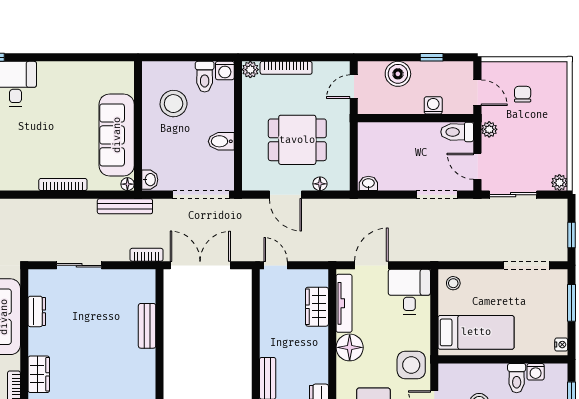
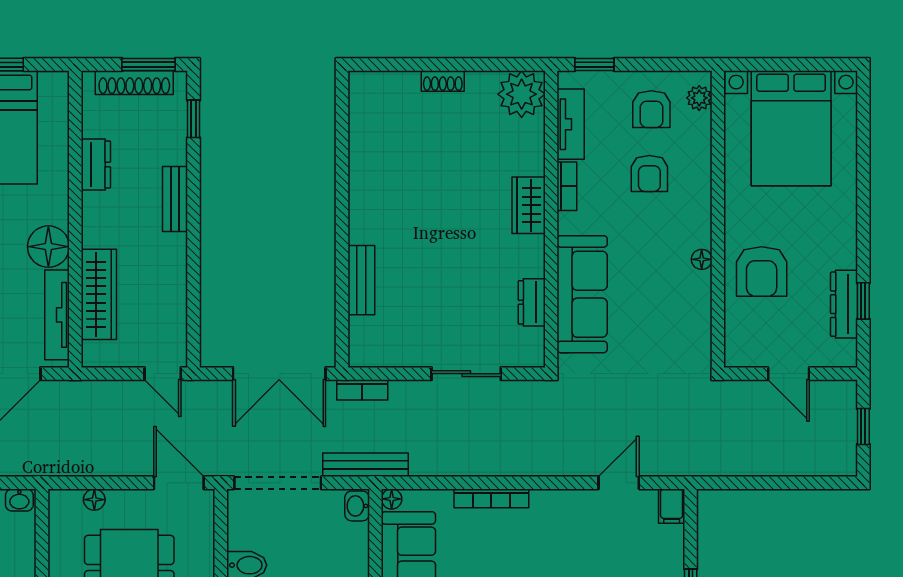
door: (286, 195) -> (179, 483), moved
bench: (125, 206) -> (366, 465), moved
wardrobe: (317, 307) -> (99, 294), width x1.50

